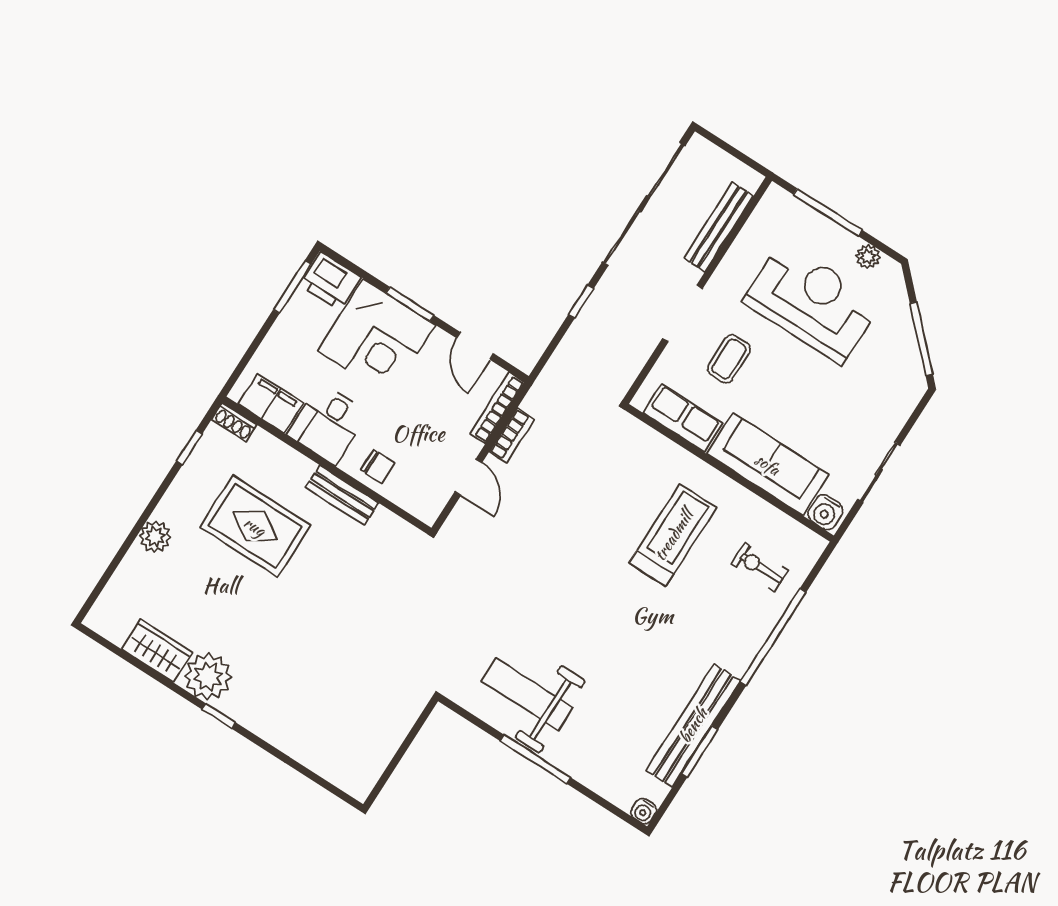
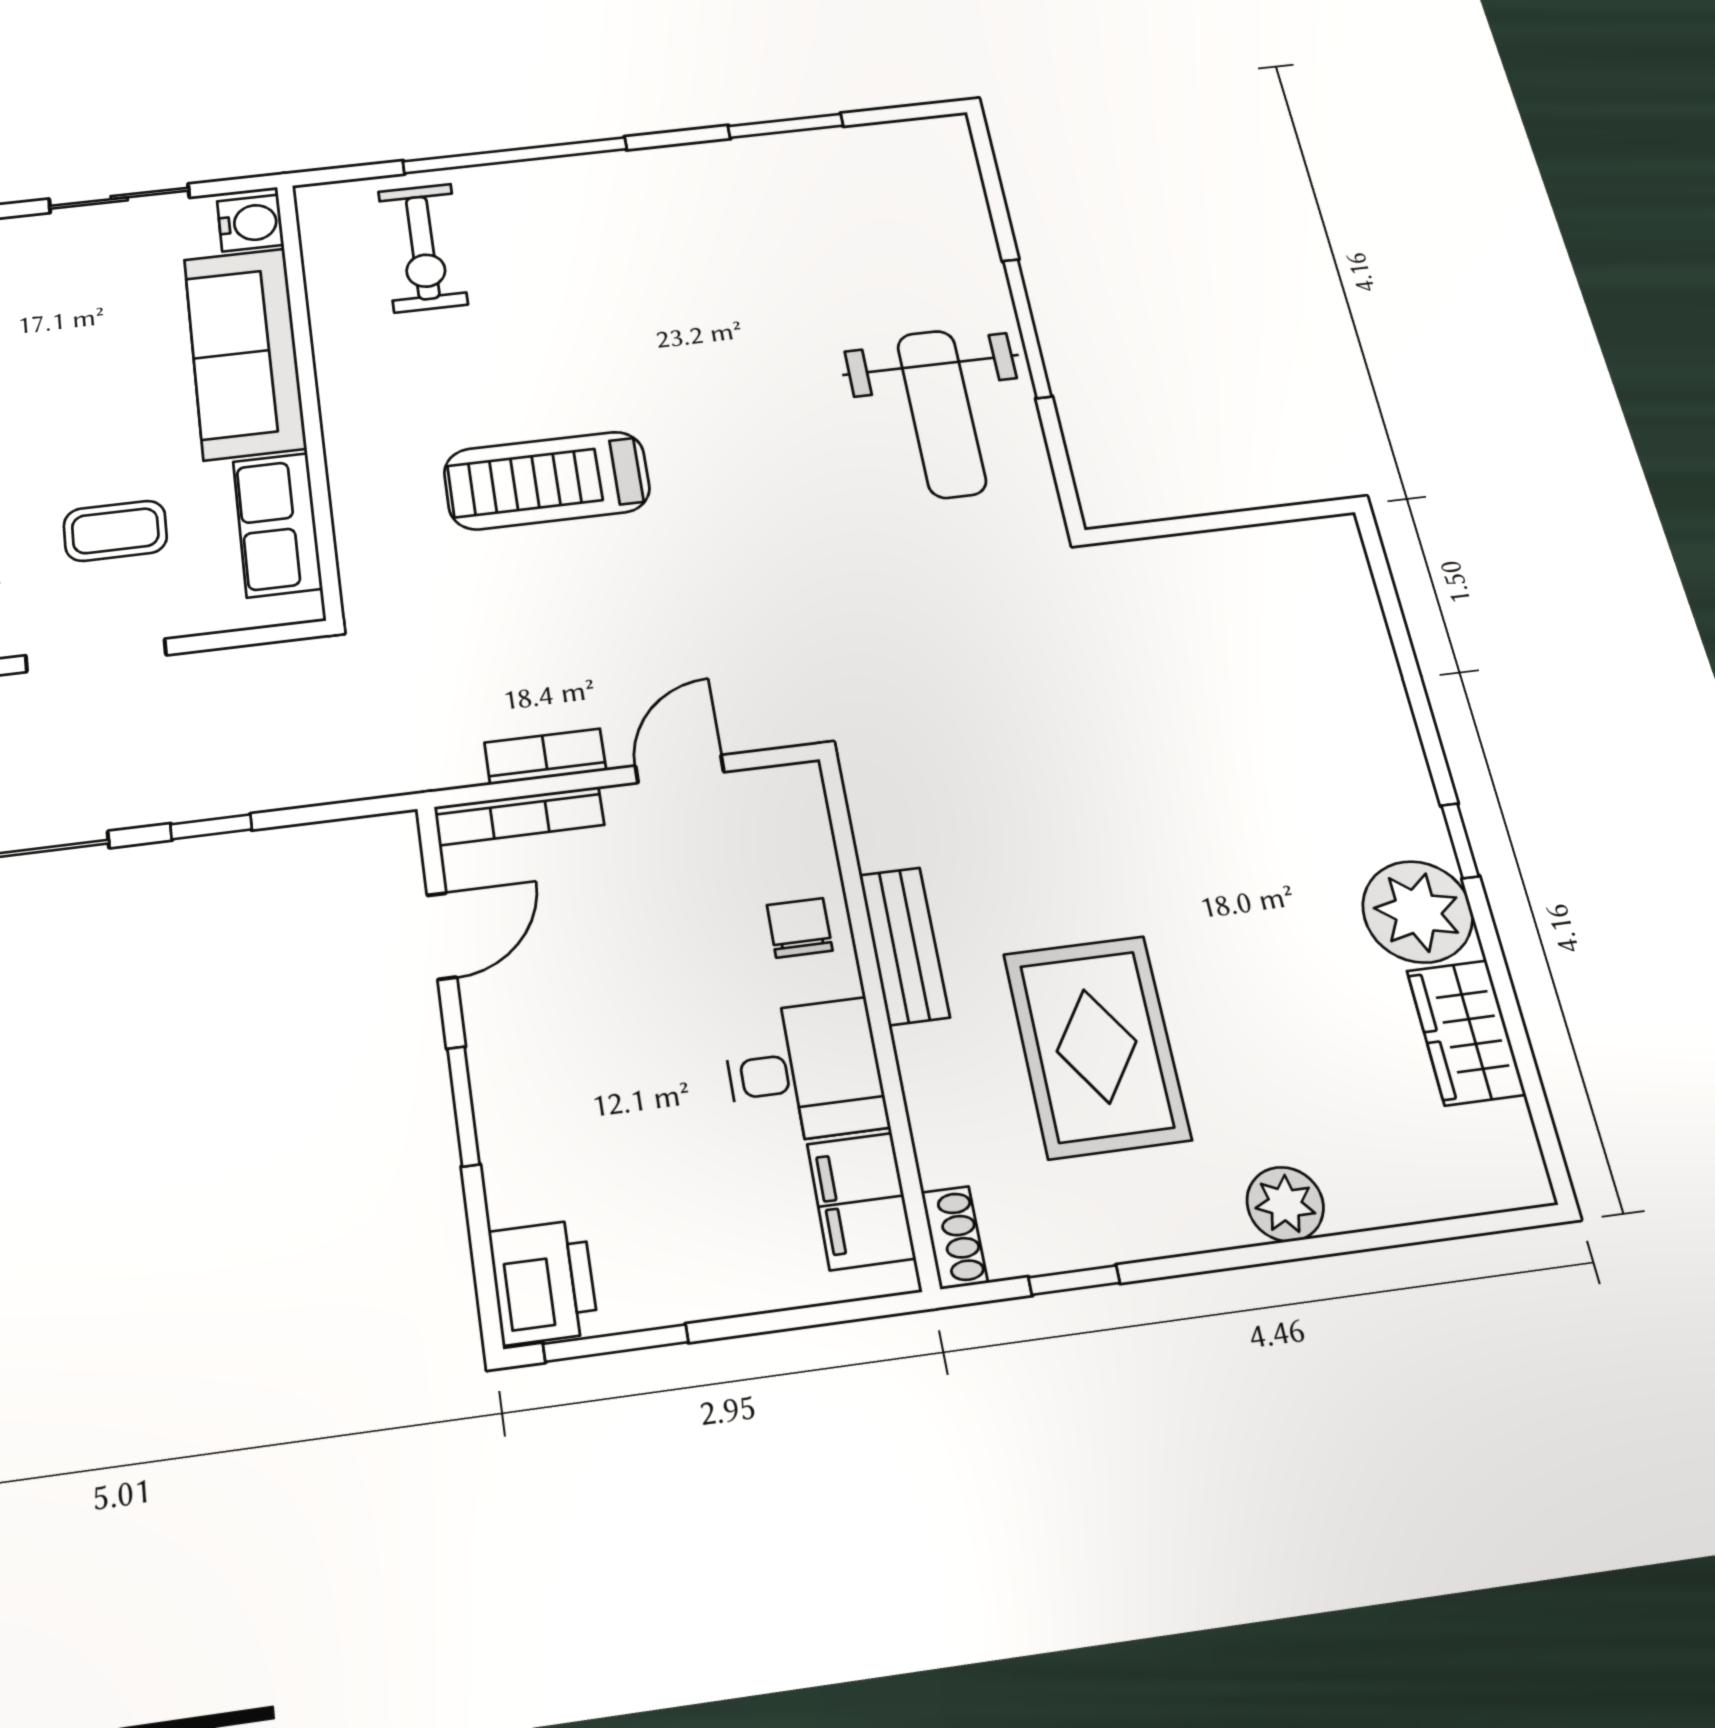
corner desk: (376, 338) -> (576, 1114), removed
treadmill: (673, 535) -> (547, 480), moved
exercise bike: (760, 567) -> (423, 248), width x1.38, depth x1.39
bench: (693, 725) -> (755, 161), removed
water cooler: (644, 811) -> (950, 132), removed

